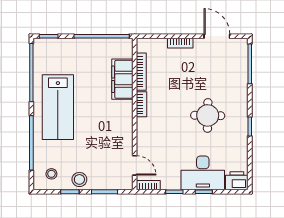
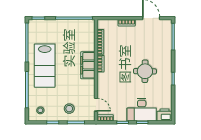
filing cabinet: (122, 79) -> (88, 65), moved
stool: (79, 179) -> (69, 109), moved

